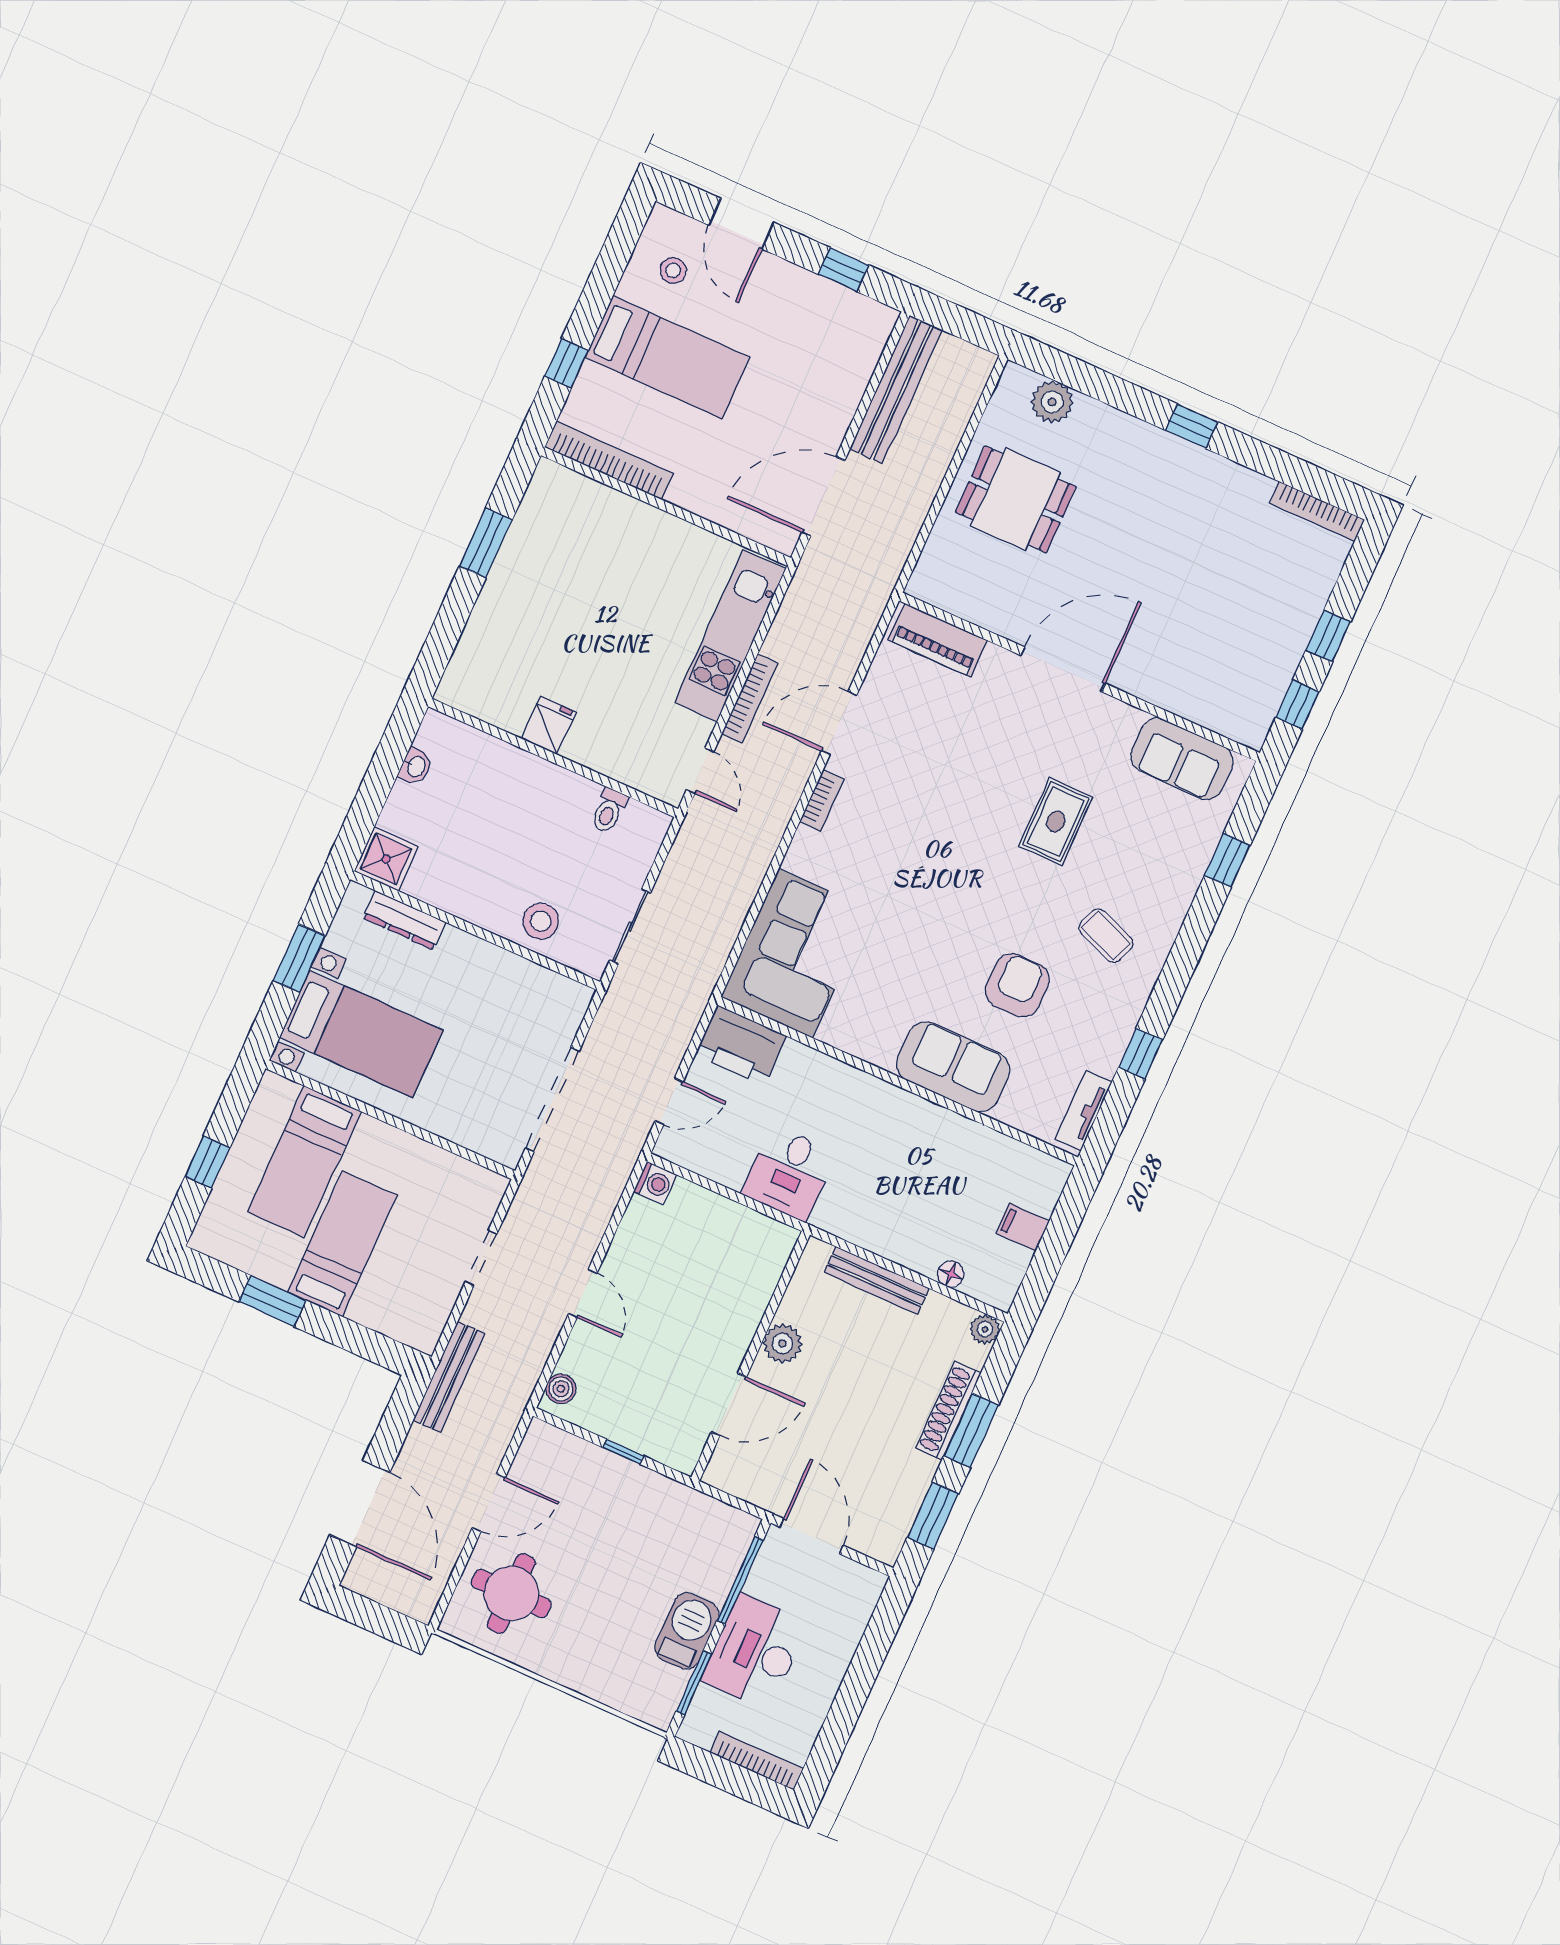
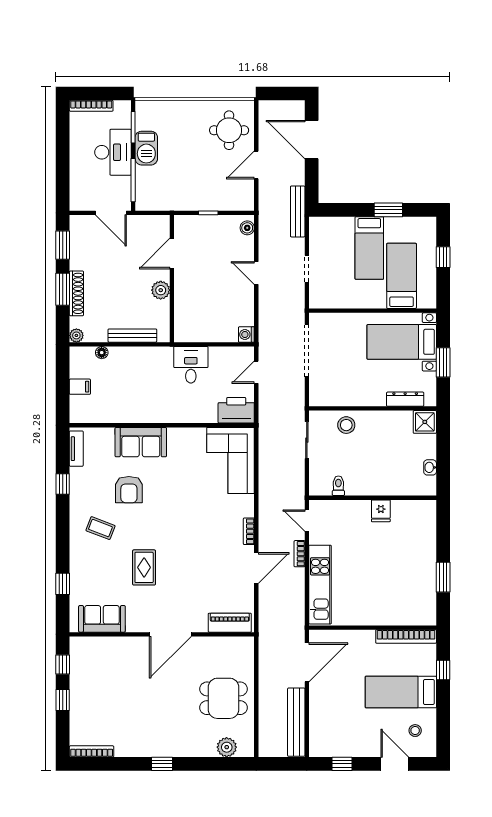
bookcase: (750, 699) -> (300, 554), width x0.64

